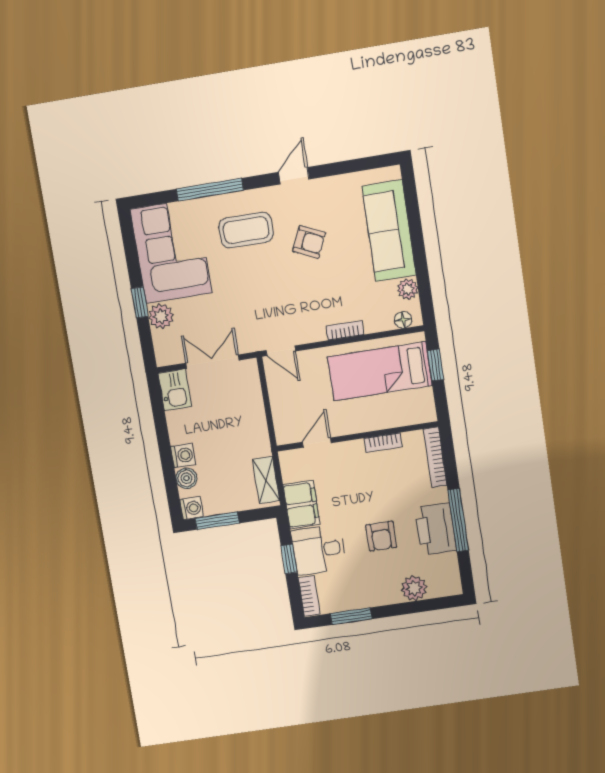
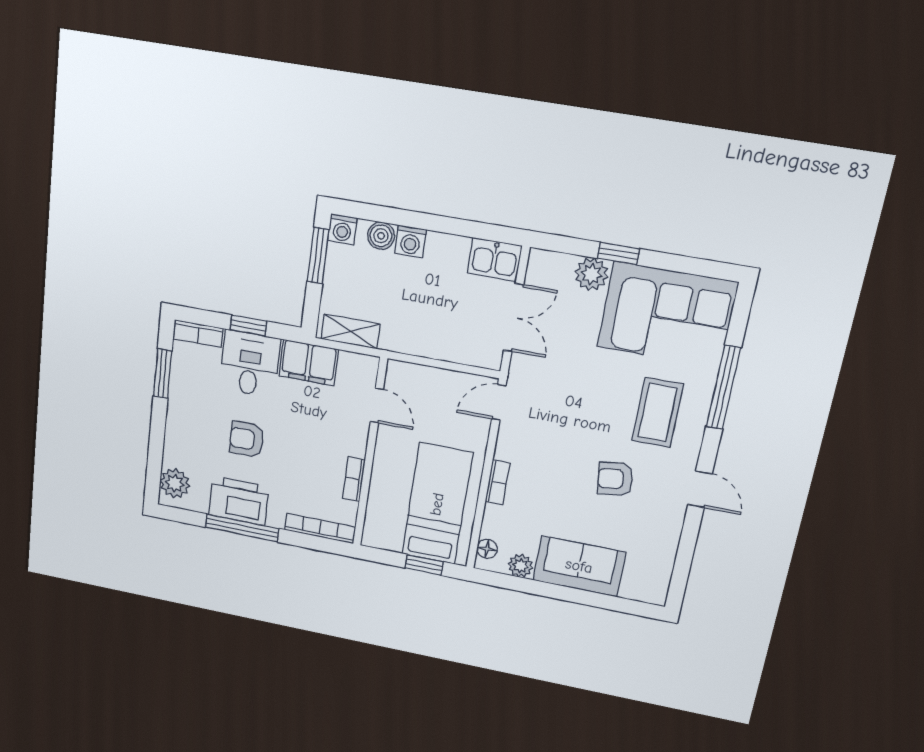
sofa: (389, 231) -> (579, 566), width x0.73
armchair: (309, 242) -> (615, 479), turned 58
plant: (414, 588) -> (175, 483), moved

